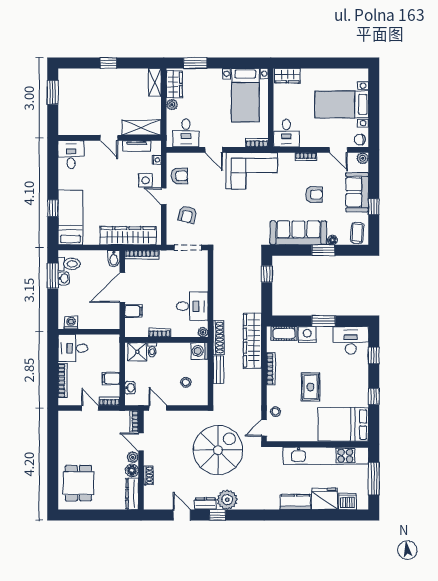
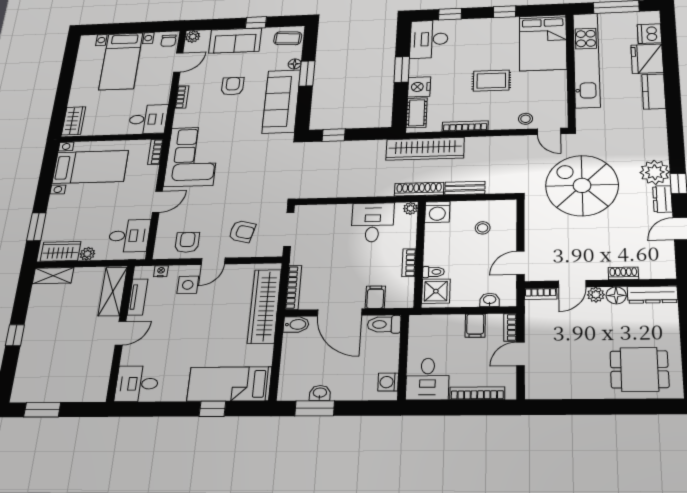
toilet: (69, 264) -> (384, 324), moved, turned -90

